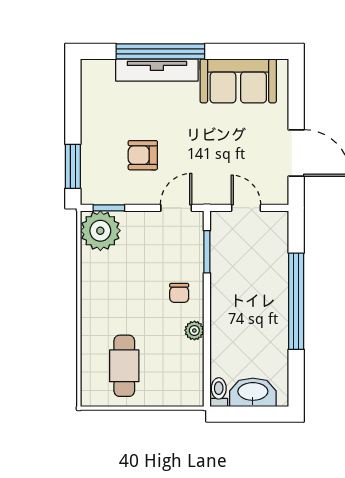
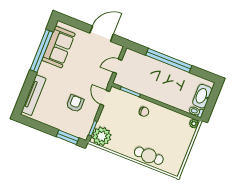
window: (160, 51) -> (41, 51), moved
tv unit: (157, 70) -> (34, 95), moved
armchair: (143, 155) -> (75, 103), turned 180
plant: (194, 330) -> (194, 124), moved
cafe table: (124, 366) -> (149, 156), moved

